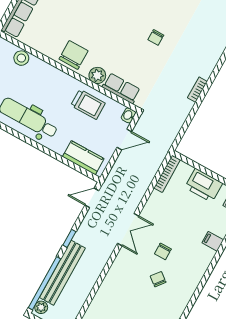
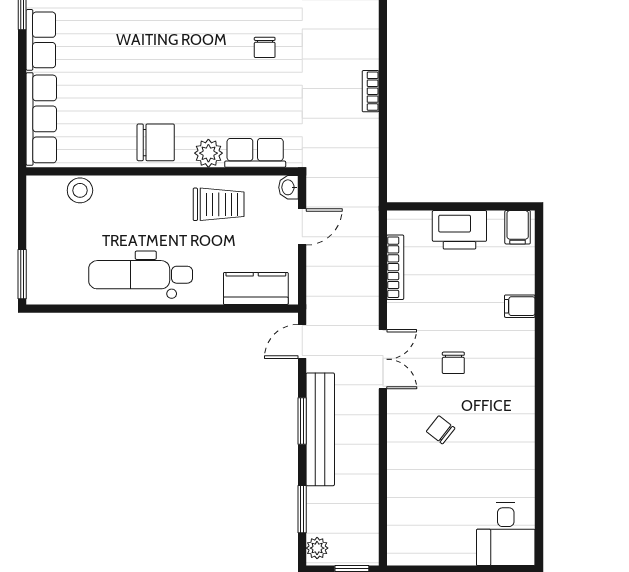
chair: (73, 55) -> (156, 142), turned 90
bookcase: (167, 174) -> (395, 267), moved
window: (69, 238) -> (302, 421), width x1.50
bench: (62, 273) -> (320, 429), moved
chair: (158, 279) -> (441, 430), moved
window: (45, 283) -> (302, 509), width x0.47

